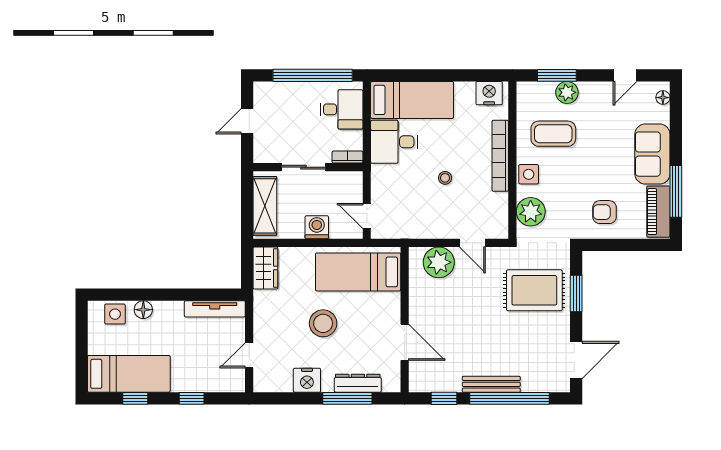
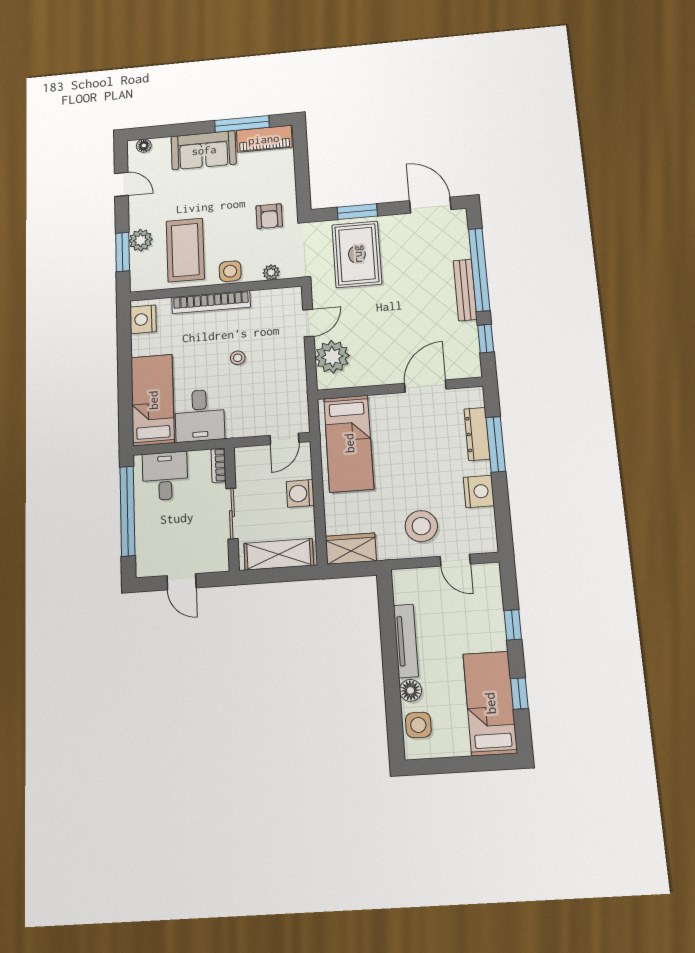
coffee table: (553, 134) -> (185, 250), width x1.36, depth x1.32
plant: (531, 212) -> (271, 272), width x0.53, depth x0.53
armchair: (605, 212) -> (269, 216), moved
tv unit: (215, 309) -> (406, 641), moved
stool: (323, 323) -> (421, 526), moved

